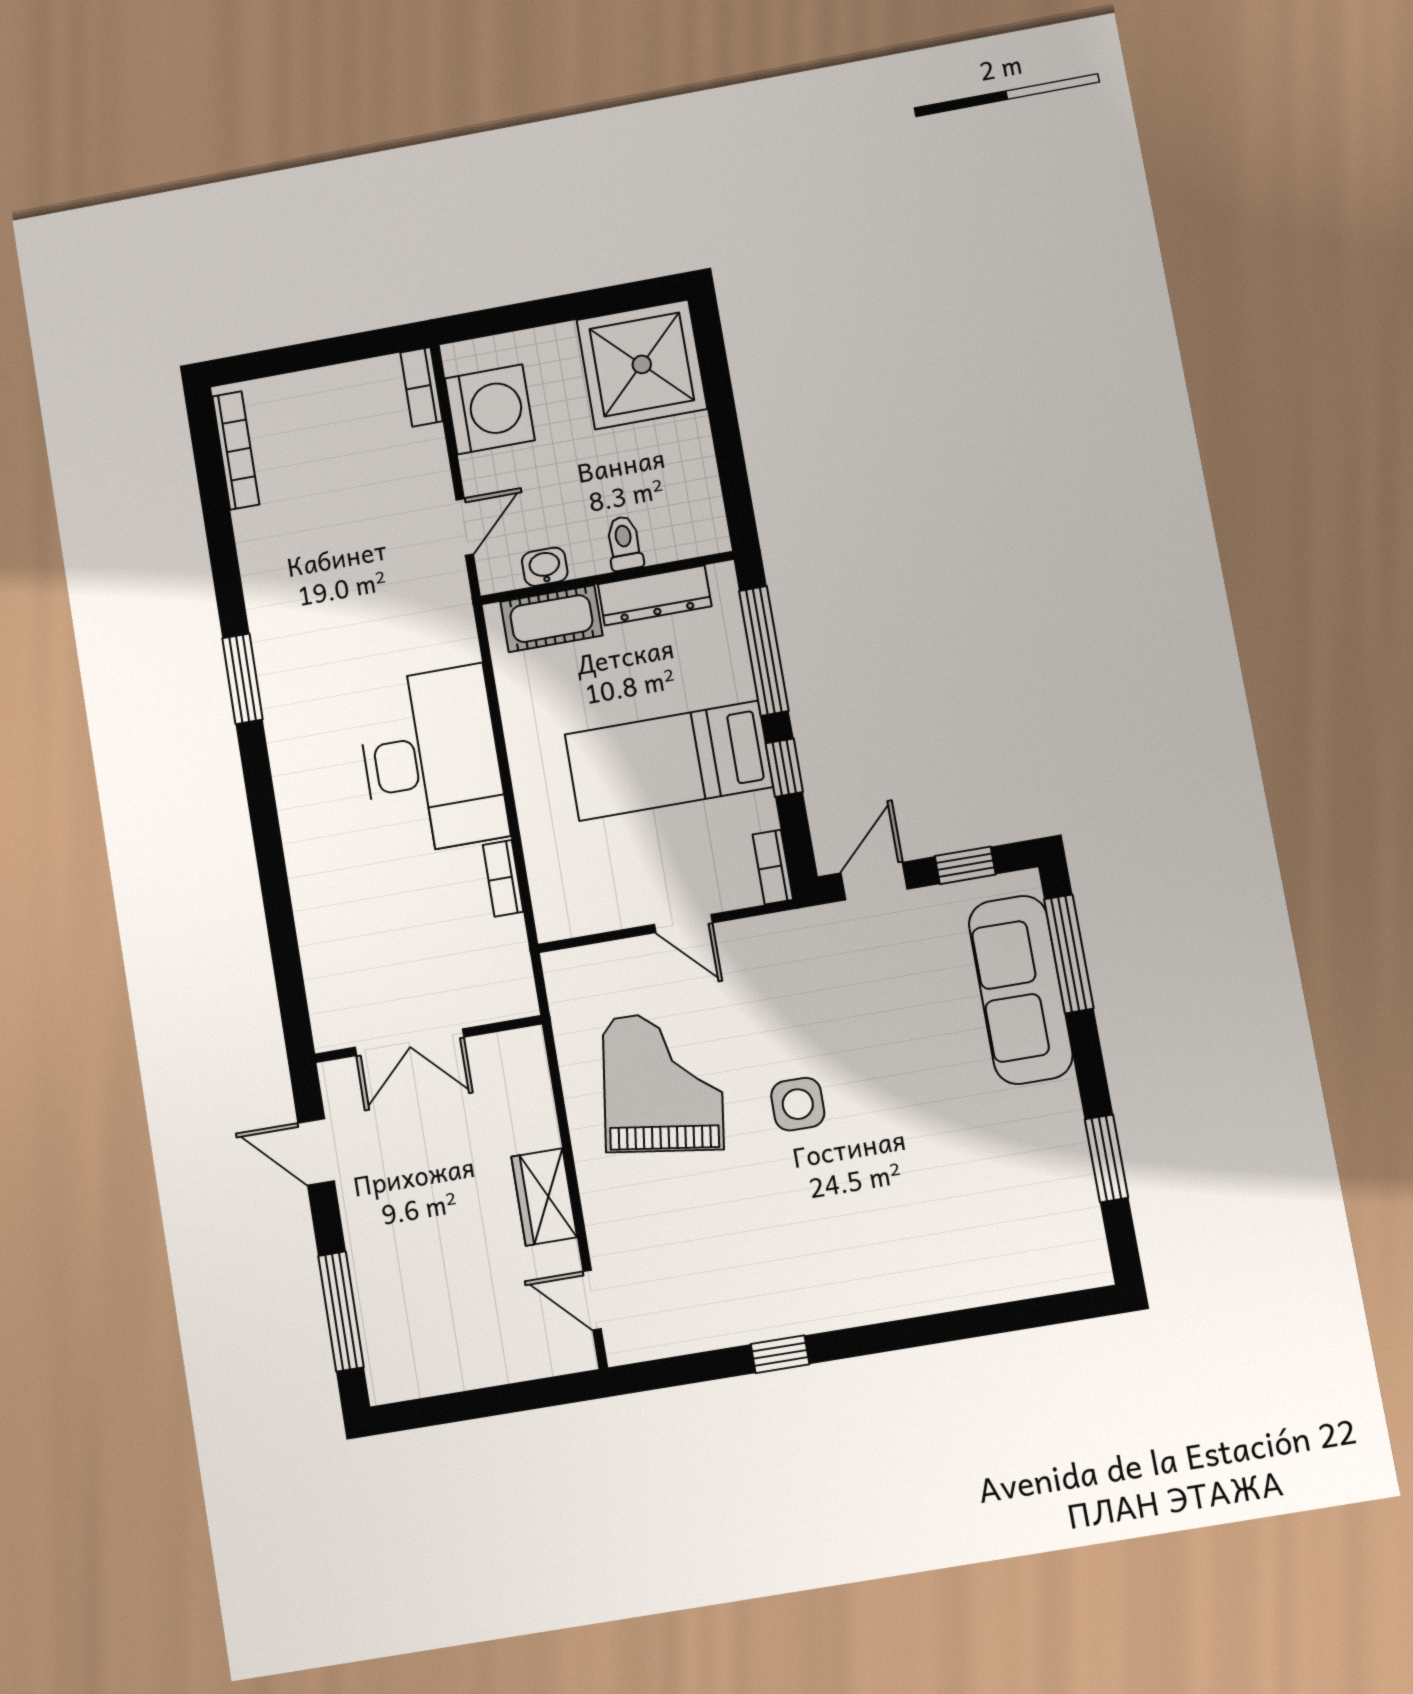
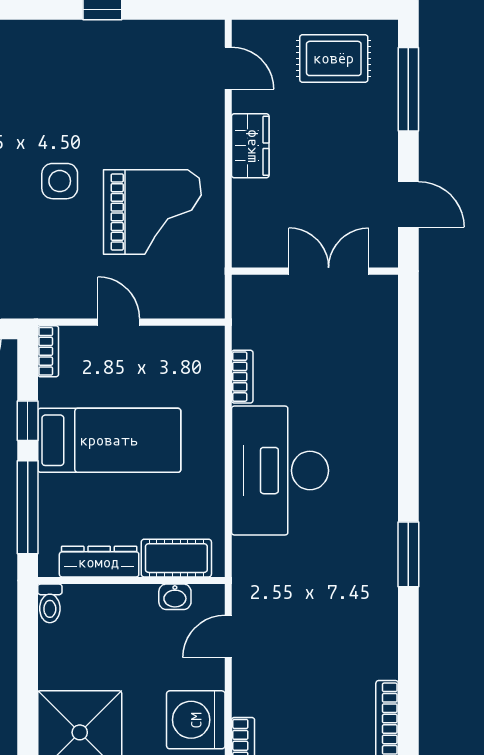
toilet: (624, 543) -> (50, 603), moved
grand piano: (663, 1083) -> (152, 212), turned -98
rug: (450, 1338) -> (334, 58), added

